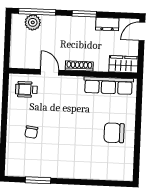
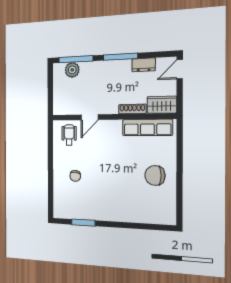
window: (84, 14) -> (120, 57), width x1.44
shoe rack: (79, 66) -> (132, 109), moved
door: (50, 72) -> (90, 117), swing flipped
wheelchair: (26, 89) -> (69, 135), turned 90

